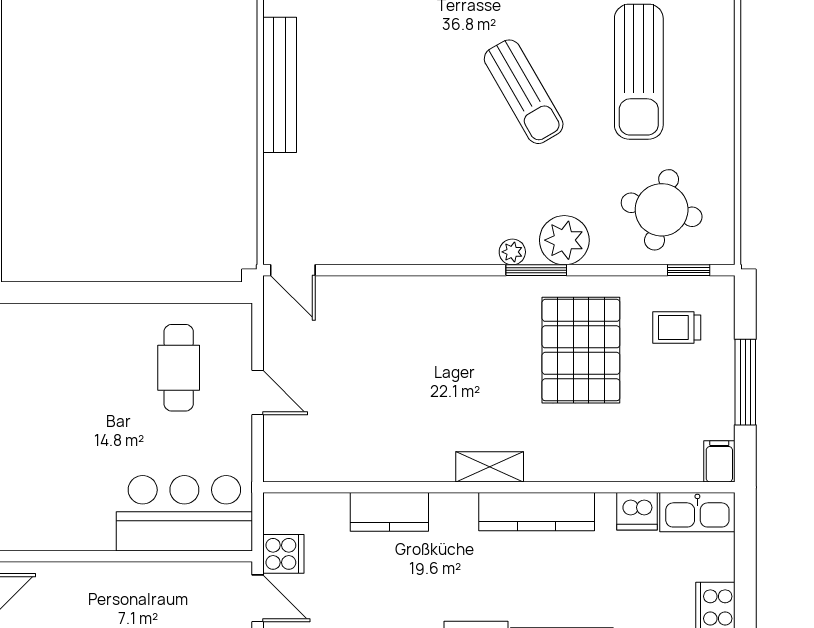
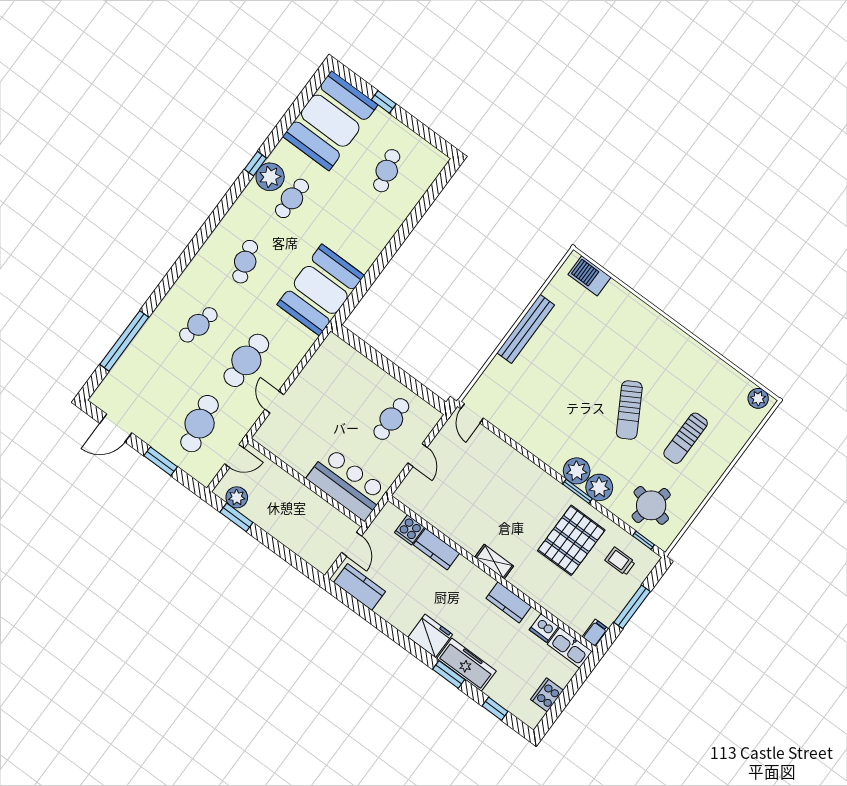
sun lounger: (639, 72) -> (686, 438), width x0.73, depth x0.75
plant: (512, 252) -> (577, 471), width x1.87, depth x1.87
kitchen counter: (537, 512) -> (509, 602), width x0.67
cooker: (283, 554) -> (409, 530), moved, turned 90

